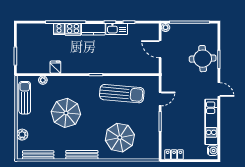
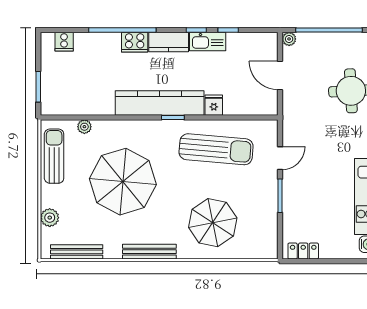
cooker: (59, 29) -> (64, 42), moved
kitchen counter: (88, 66) -> (160, 103), added
fridge: (55, 67) -> (214, 105), moved
parasol: (66, 113) -> (123, 182), width x1.36, depth x1.36

